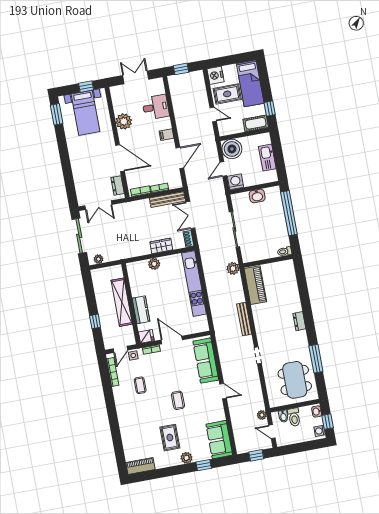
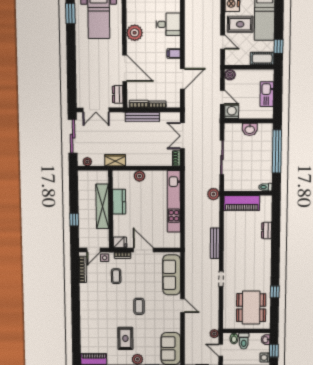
boiler: (232, 149) -> (230, 75), width x0.54, depth x0.54
door: (223, 169) -> (222, 97), swing flipped
bench: (167, 200) -> (142, 117), moved
wardrobe: (161, 246) -> (115, 160), moved
piano: (255, 285) -> (242, 203), moved, turned 90
kitchen counter: (141, 310) -> (119, 202), moved
dresser: (299, 321) -> (267, 231), moved
window: (316, 359) -> (275, 292), width x0.46
coffee table: (140, 385) -> (116, 276), moved

